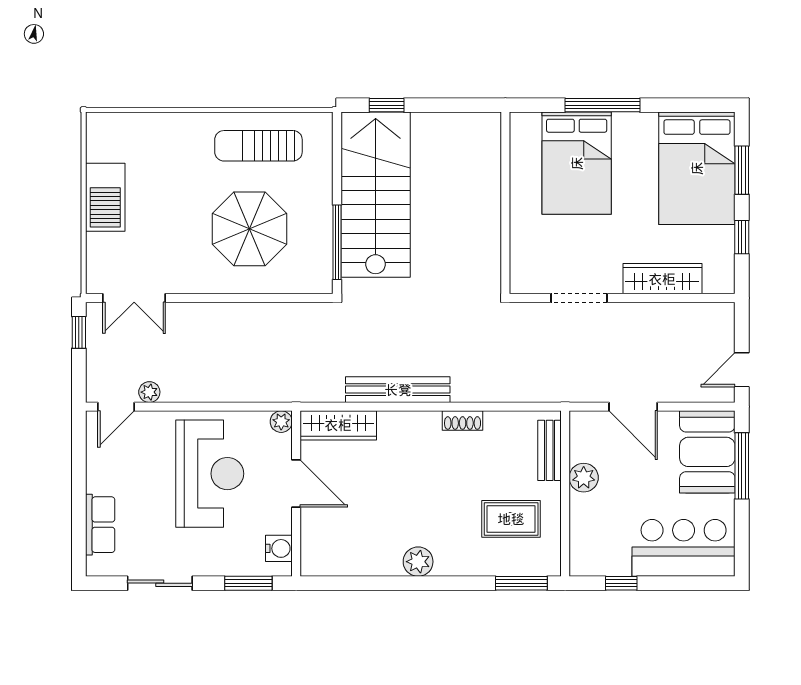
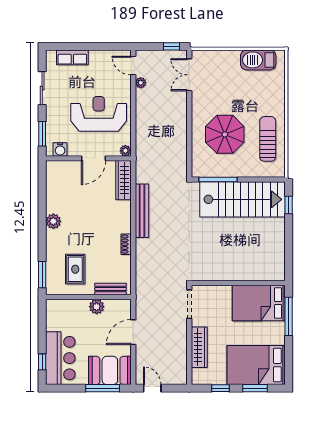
barbecue: (105, 197) -> (258, 60), moved
wall: (505, 203) -> (238, 283), moved
reception desk: (210, 474) -> (99, 114), turned 180
window: (621, 583) -> (42, 362), moved

